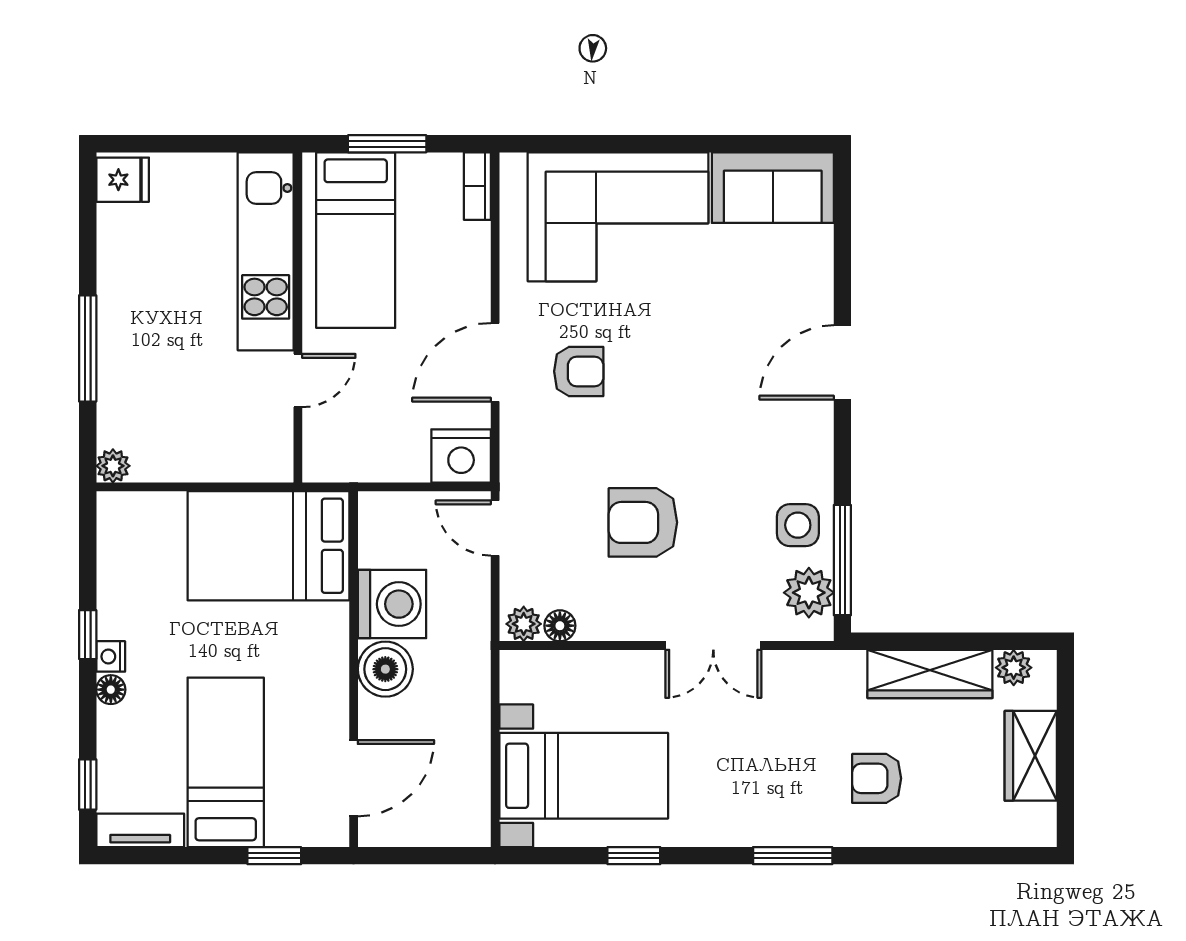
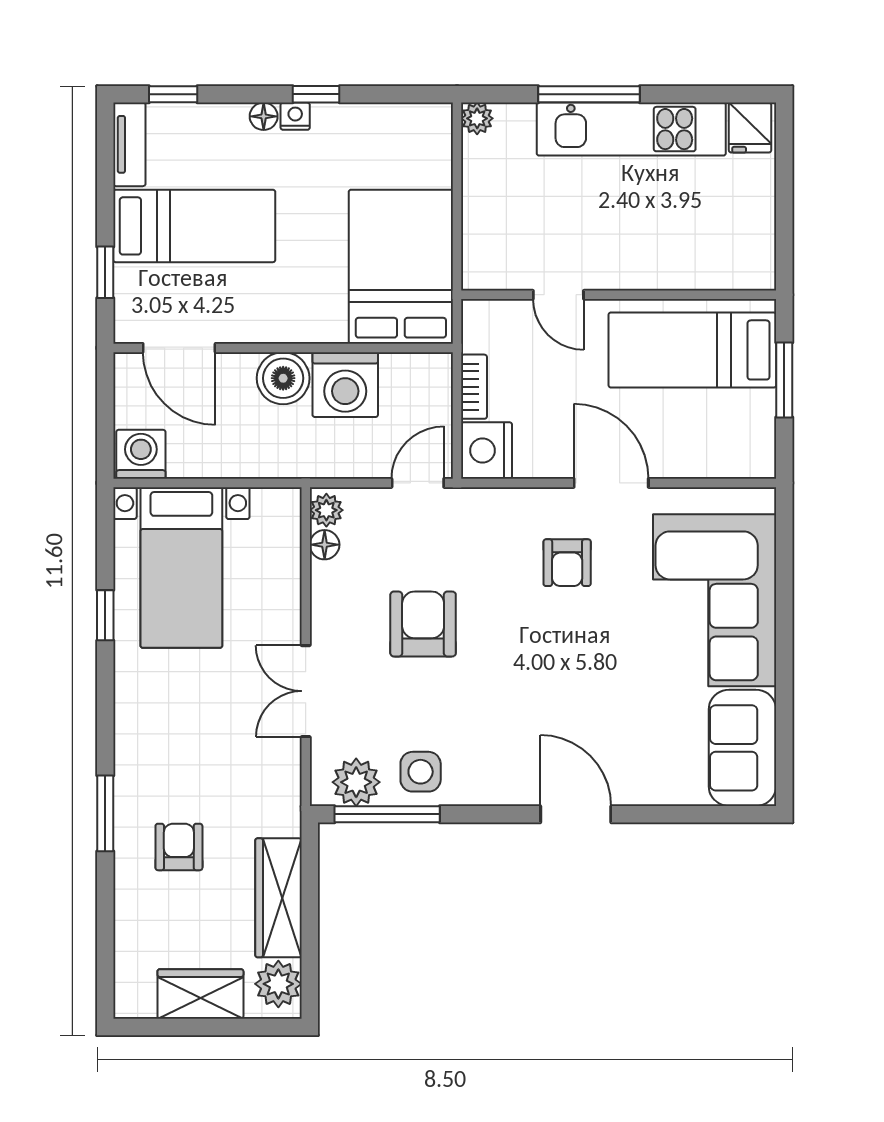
bookcase: (477, 186) -> (474, 387), moved, turned 90
kitchen unit: (266, 251) -> (631, 129), moved, turned 180
door: (495, 362) -> (611, 483), moved
plant: (1014, 668) -> (278, 984), width x1.38, depth x1.38
washing machine: (465, 818) -> (141, 454), added
window: (793, 856) -> (105, 813), moved

